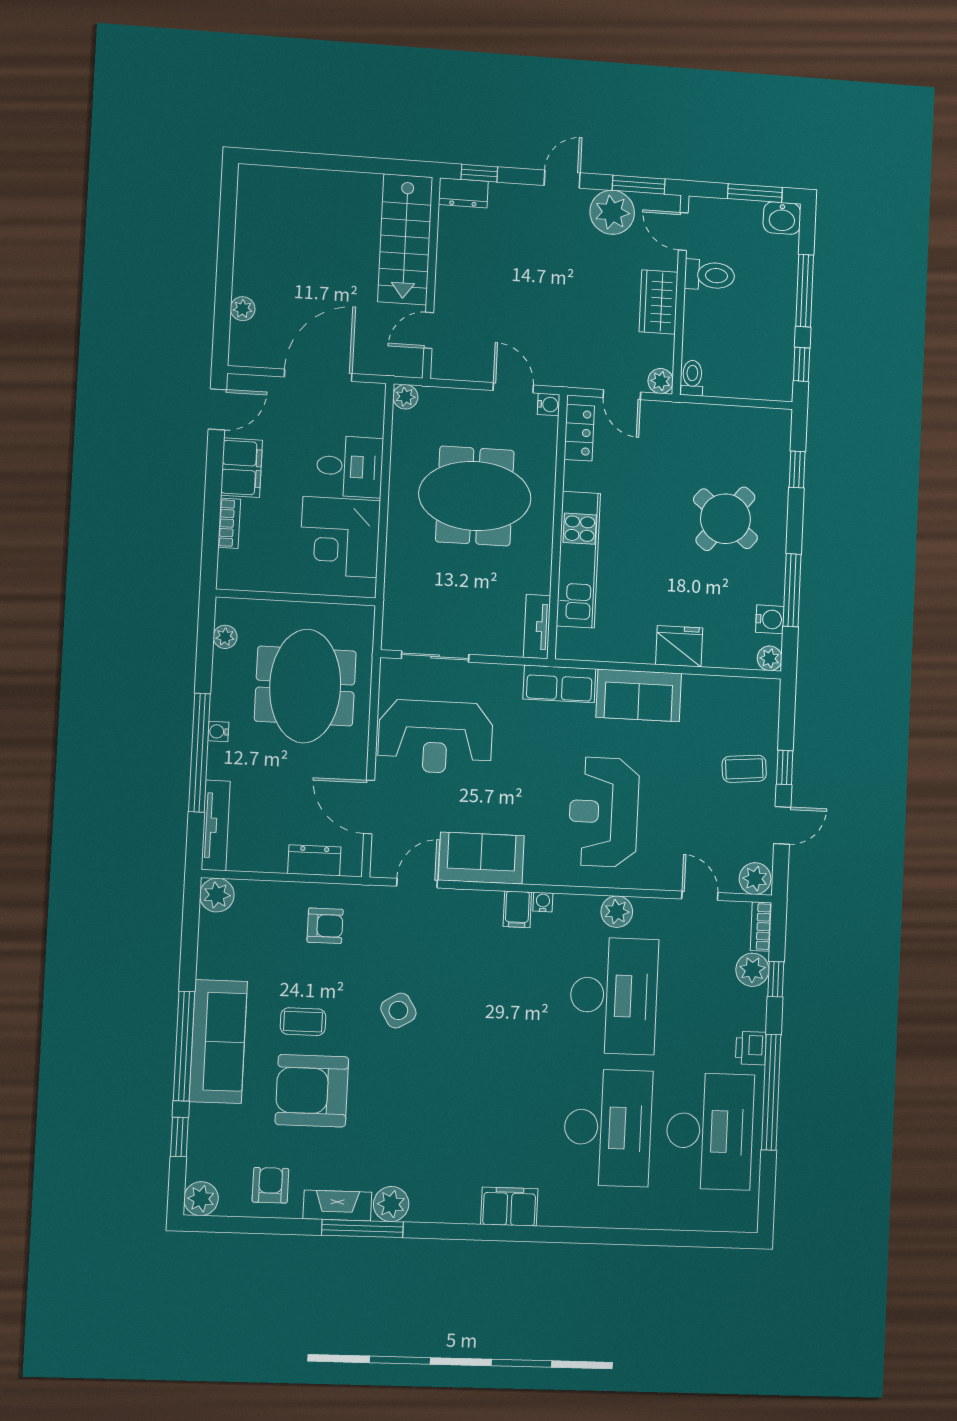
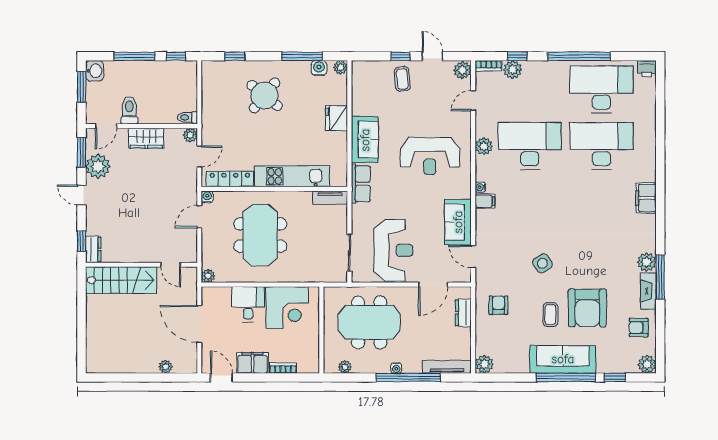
locker: (579, 433) -> (230, 179), width x1.53
printer: (751, 1048) -> (647, 69), moved

